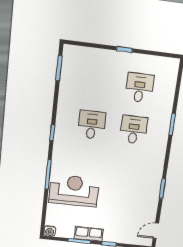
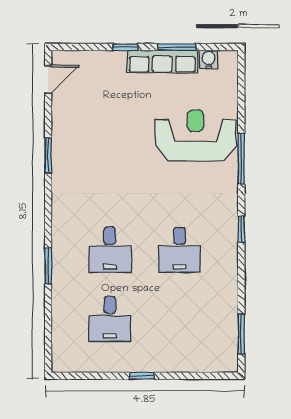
reception desk: (74, 191) -> (195, 135), turned 180
water cooler: (50, 231) -> (209, 60), moved
row of seats: (89, 234) -> (162, 62), width x1.48

